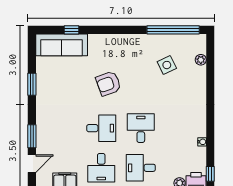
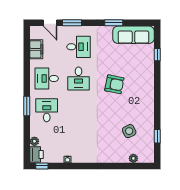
window: (173, 30) -> (157, 136), width x0.32
sofa: (62, 45) -> (133, 35), moved, turned -90
armchair: (108, 84) -> (114, 84), turned 121
desk: (141, 128) -> (79, 47), moved

